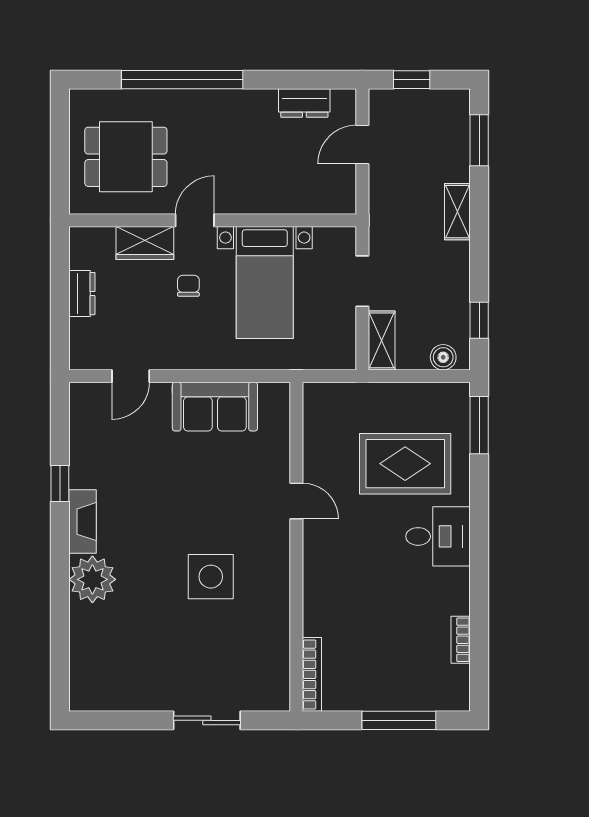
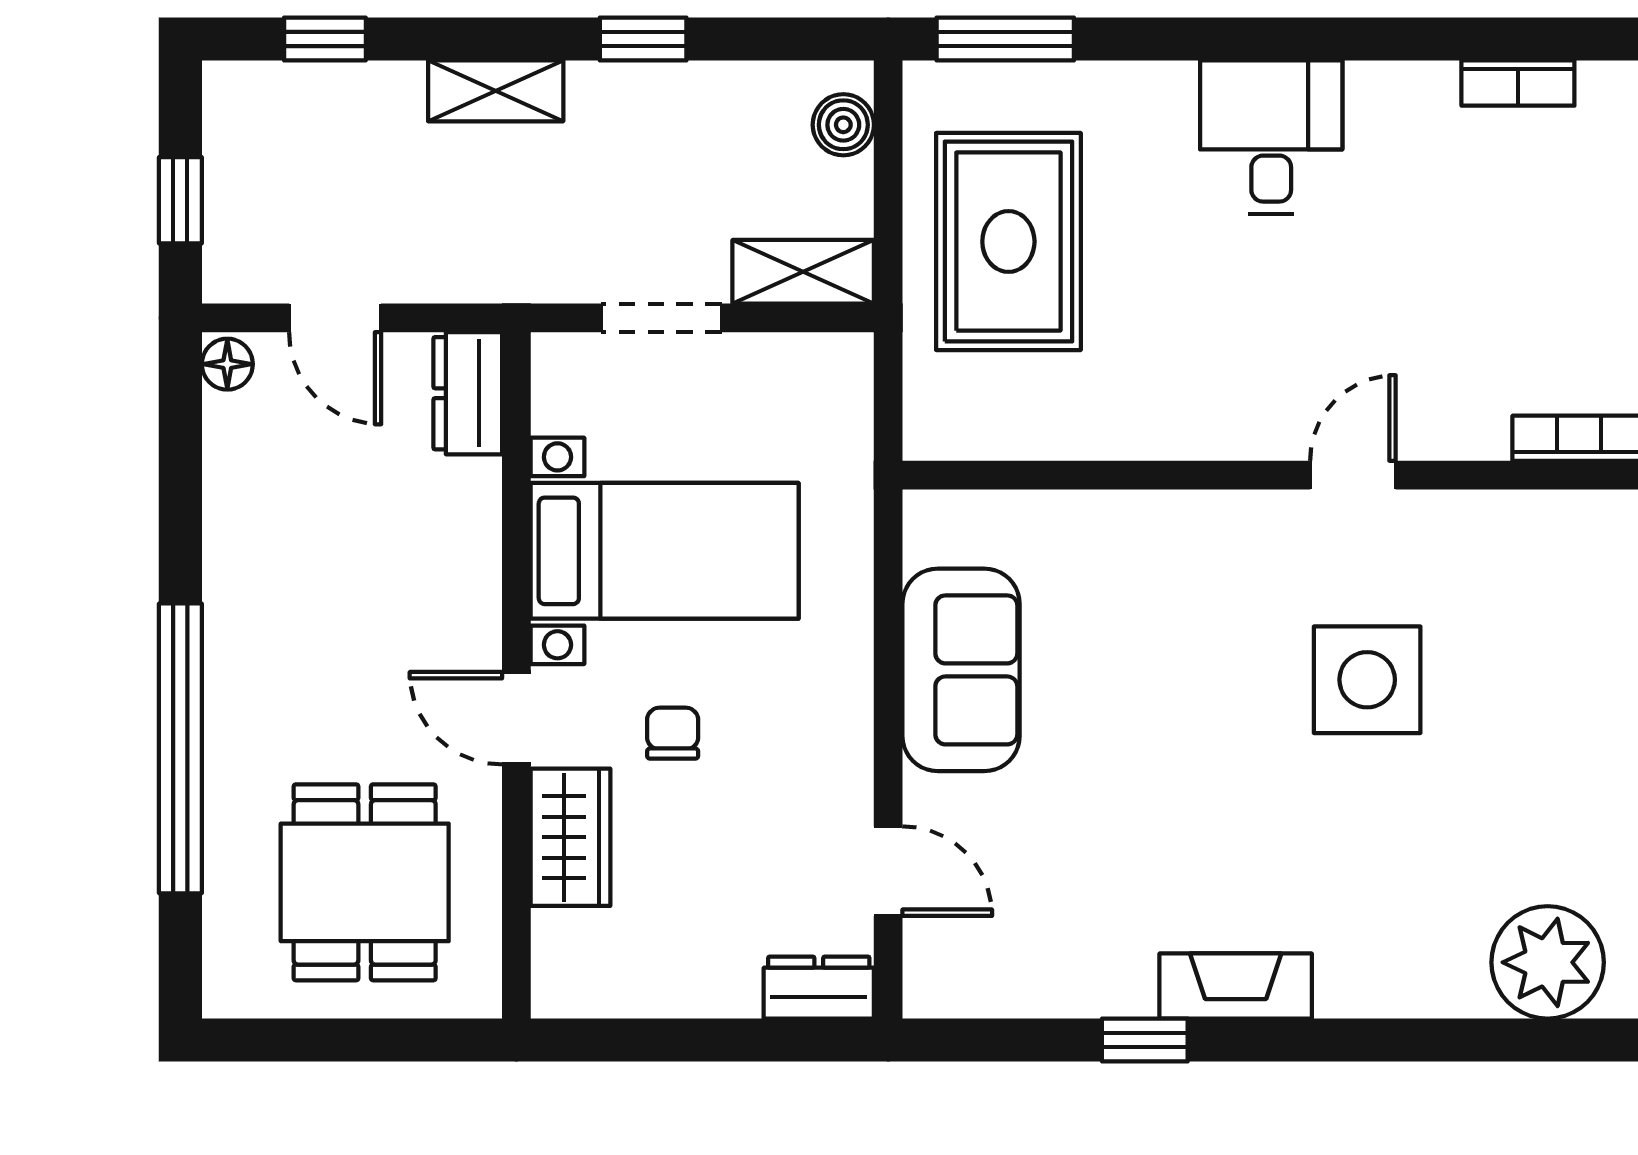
floor lamp: (343, 99) -> (227, 364), added
dresser: (304, 103) -> (468, 393), moved, turned 180
window: (479, 140) -> (325, 39), width x0.67
chair: (188, 286) -> (673, 733), turned 90
dresser: (82, 294) -> (819, 988), moved
window: (479, 320) -> (643, 39), moved
rug: (405, 464) -> (1008, 242), moved
door: (296, 501) -> (1353, 475), moved
plant: (92, 579) -> (1548, 962), moved

